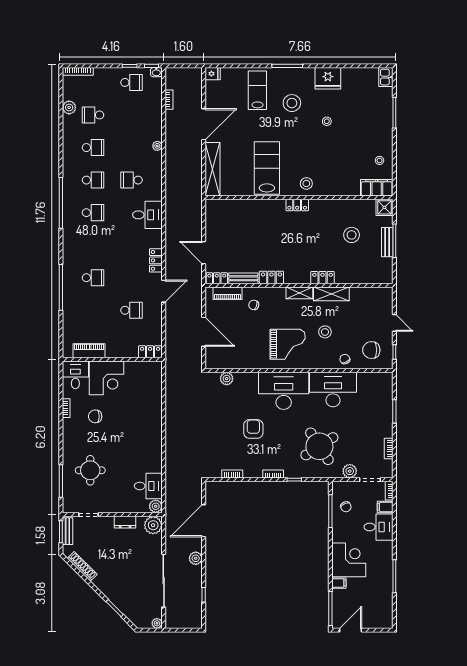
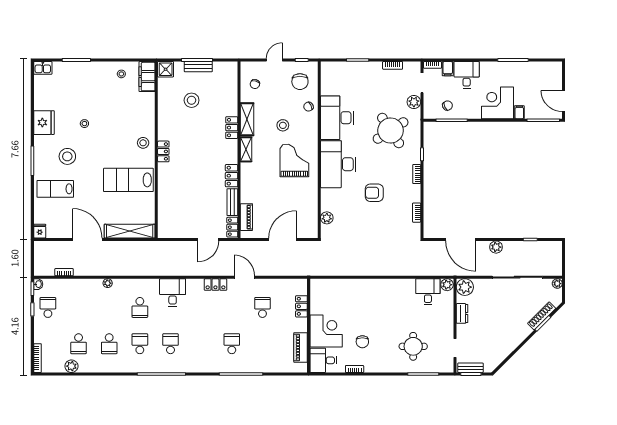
school desk: (93, 148) -> (109, 344), turned 180
chair: (254, 305) -> (255, 84), moved
locker: (150, 352) -> (301, 306), moved
shoe rack: (82, 566) -> (542, 316), moved

